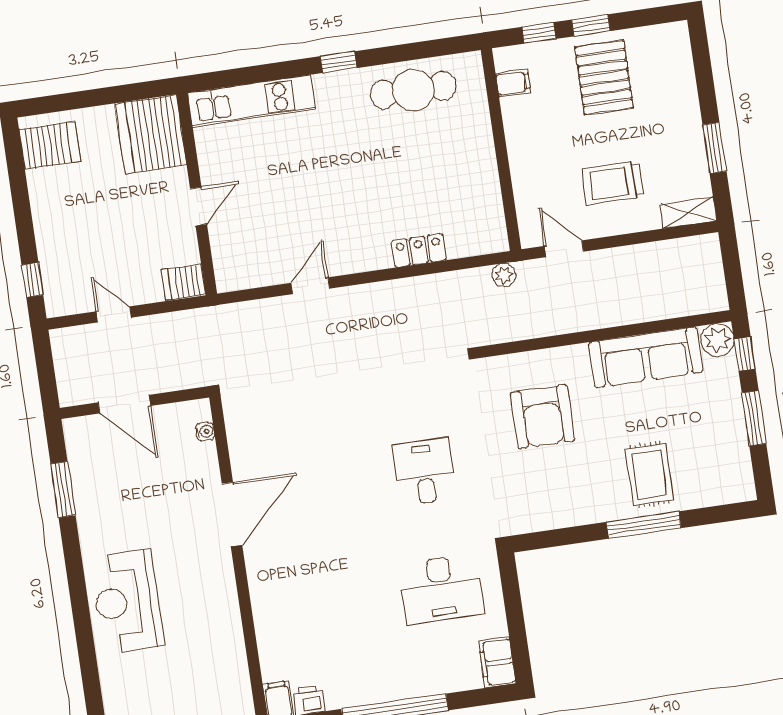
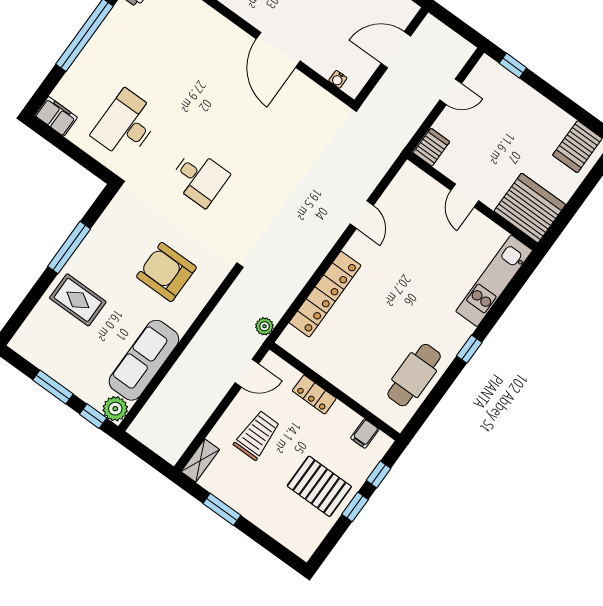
locker: (522, 166) -> (314, 395), added
locker: (419, 250) -> (325, 294), width x2.16, depth x1.21
window: (644, 525) -> (69, 248), moved

